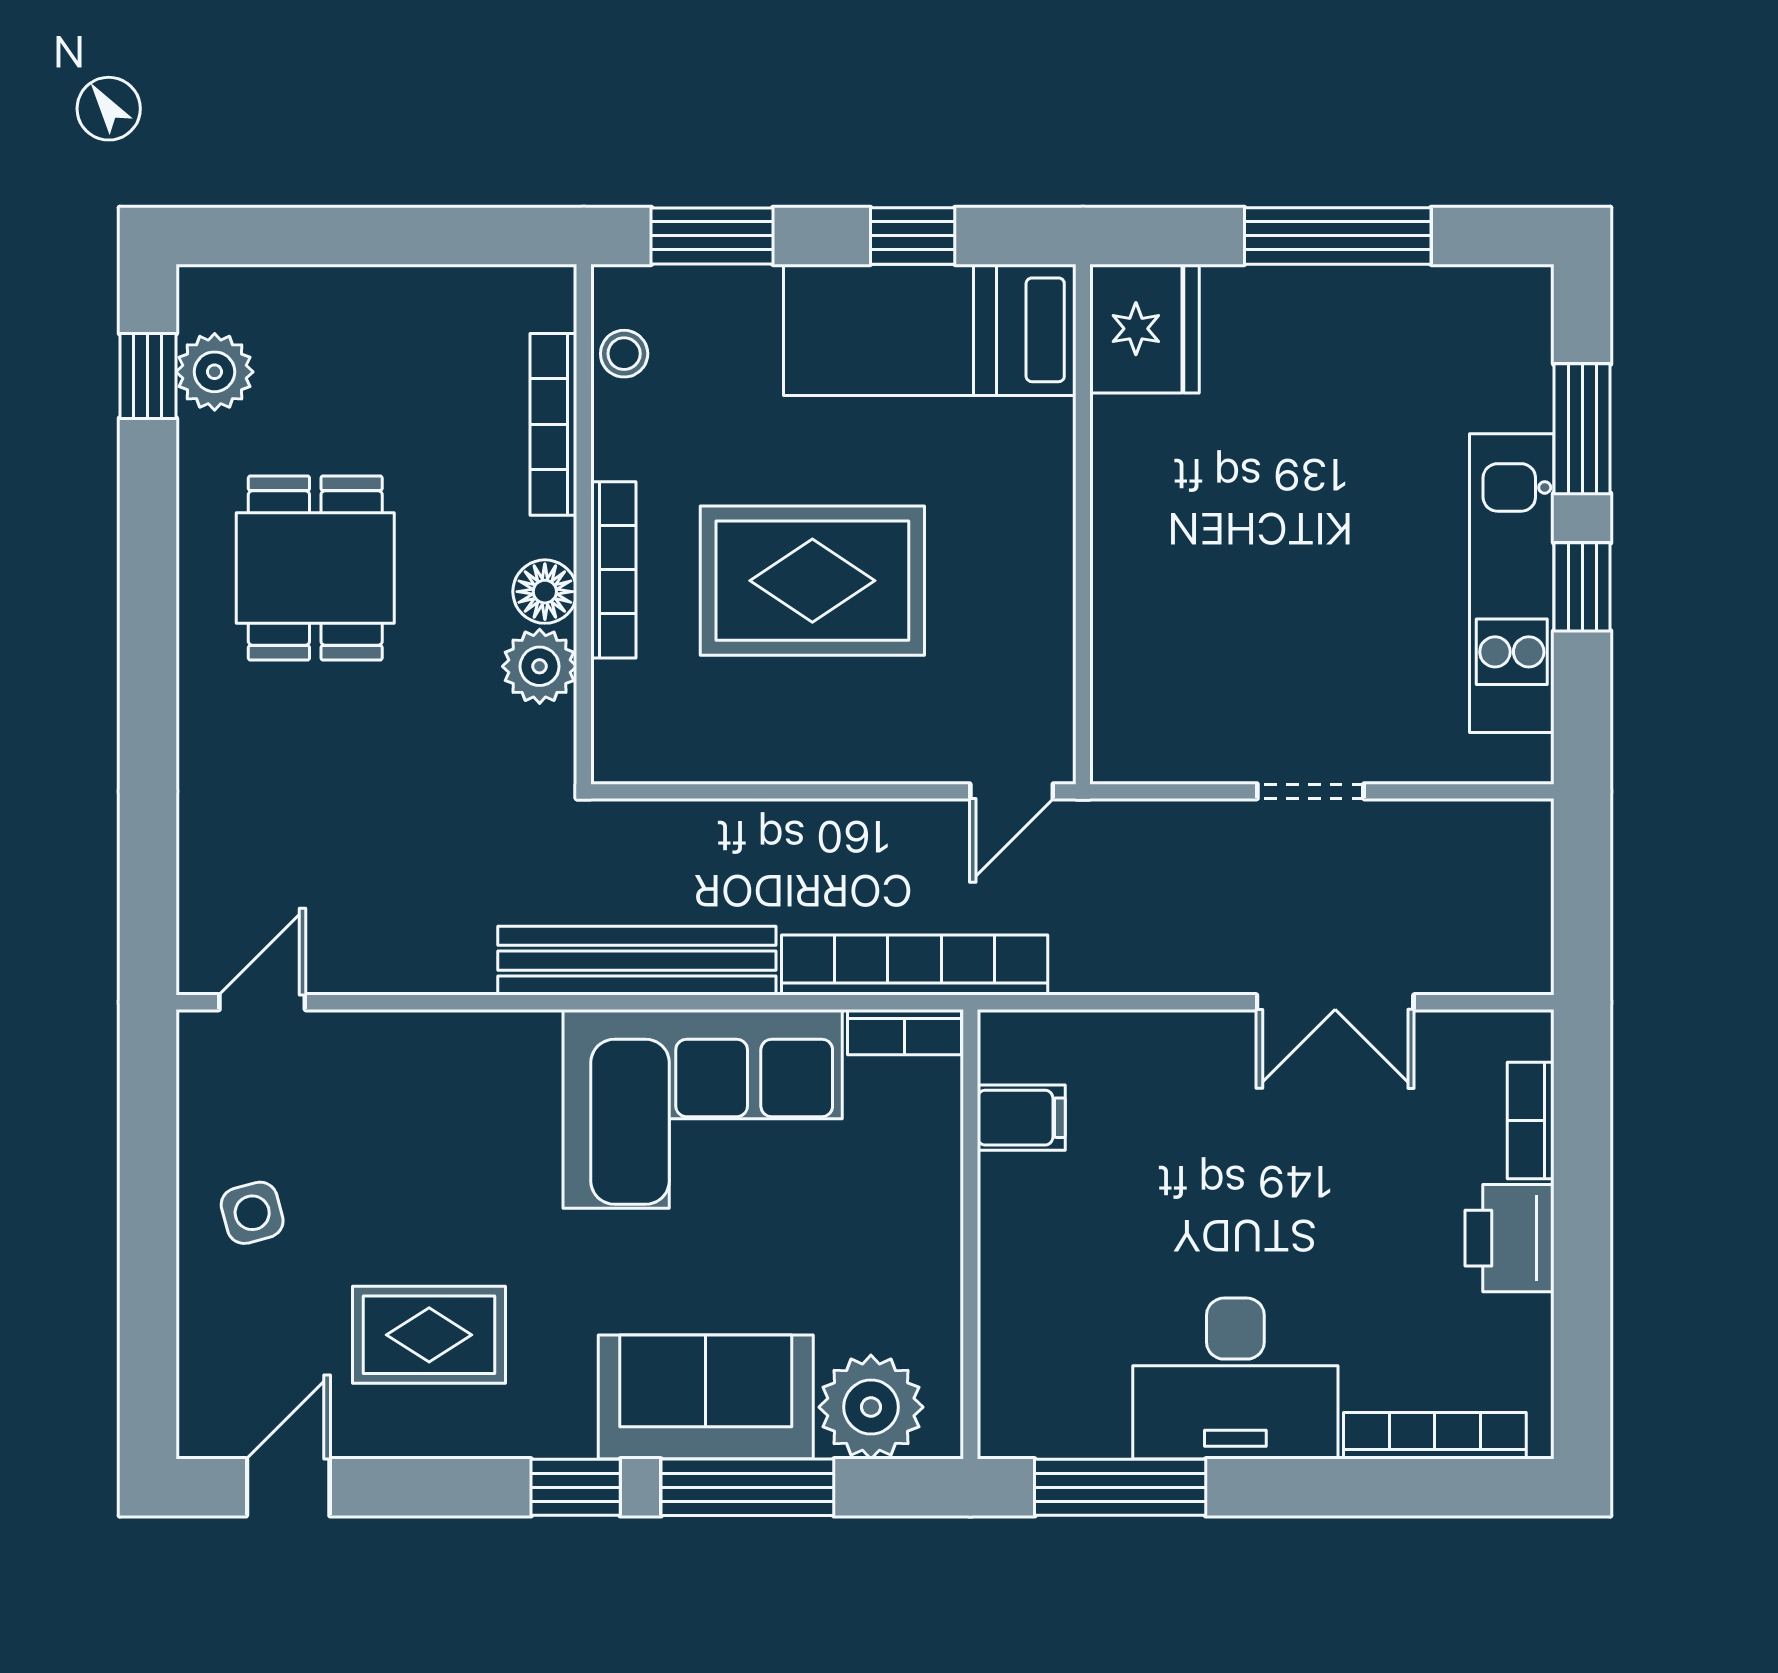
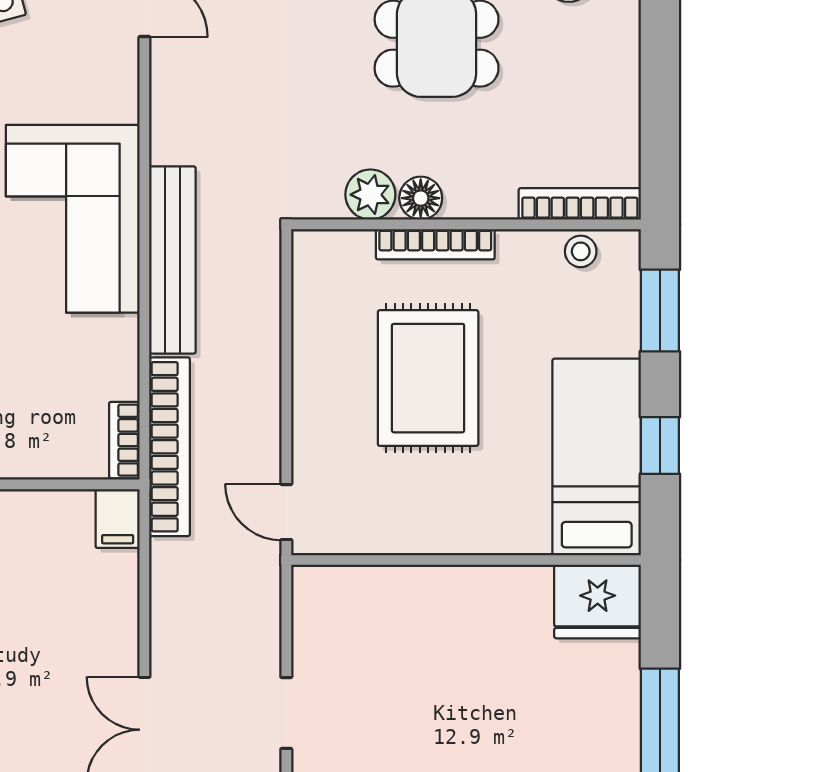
bookcase: (553, 424) -> (580, 204), moved
corner sofa: (703, 1109) -> (73, 219), moved
filing cabinet: (1021, 1118) -> (118, 519), moved

